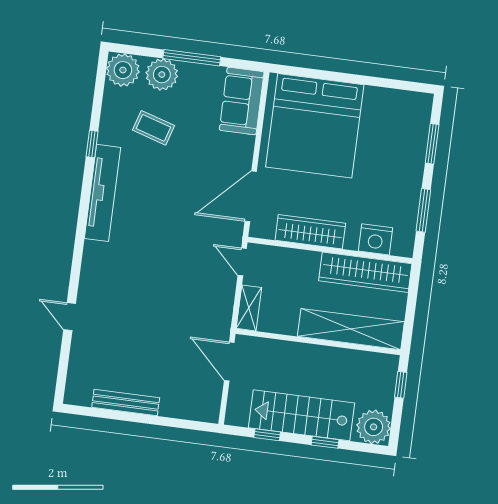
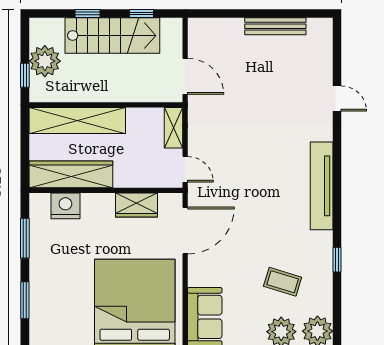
tv unit: (103, 193) -> (322, 186), moved
wardrobe: (310, 232) -> (137, 205), width x0.67
plant: (374, 427) -> (45, 61), moved

